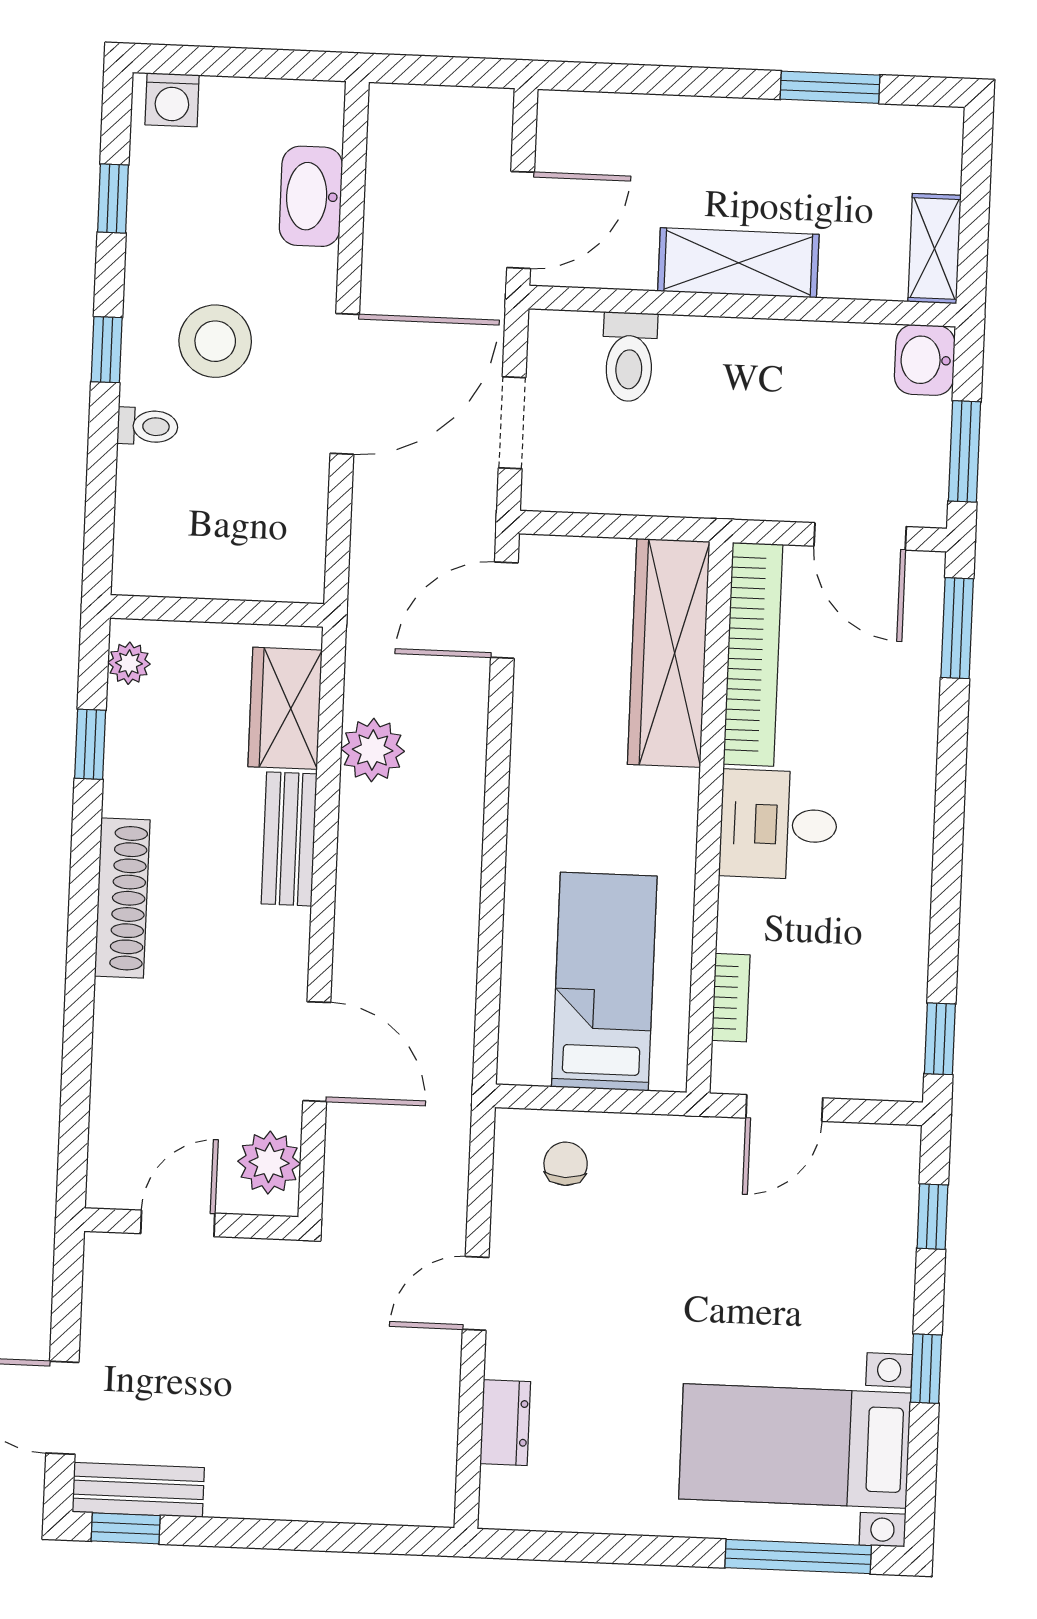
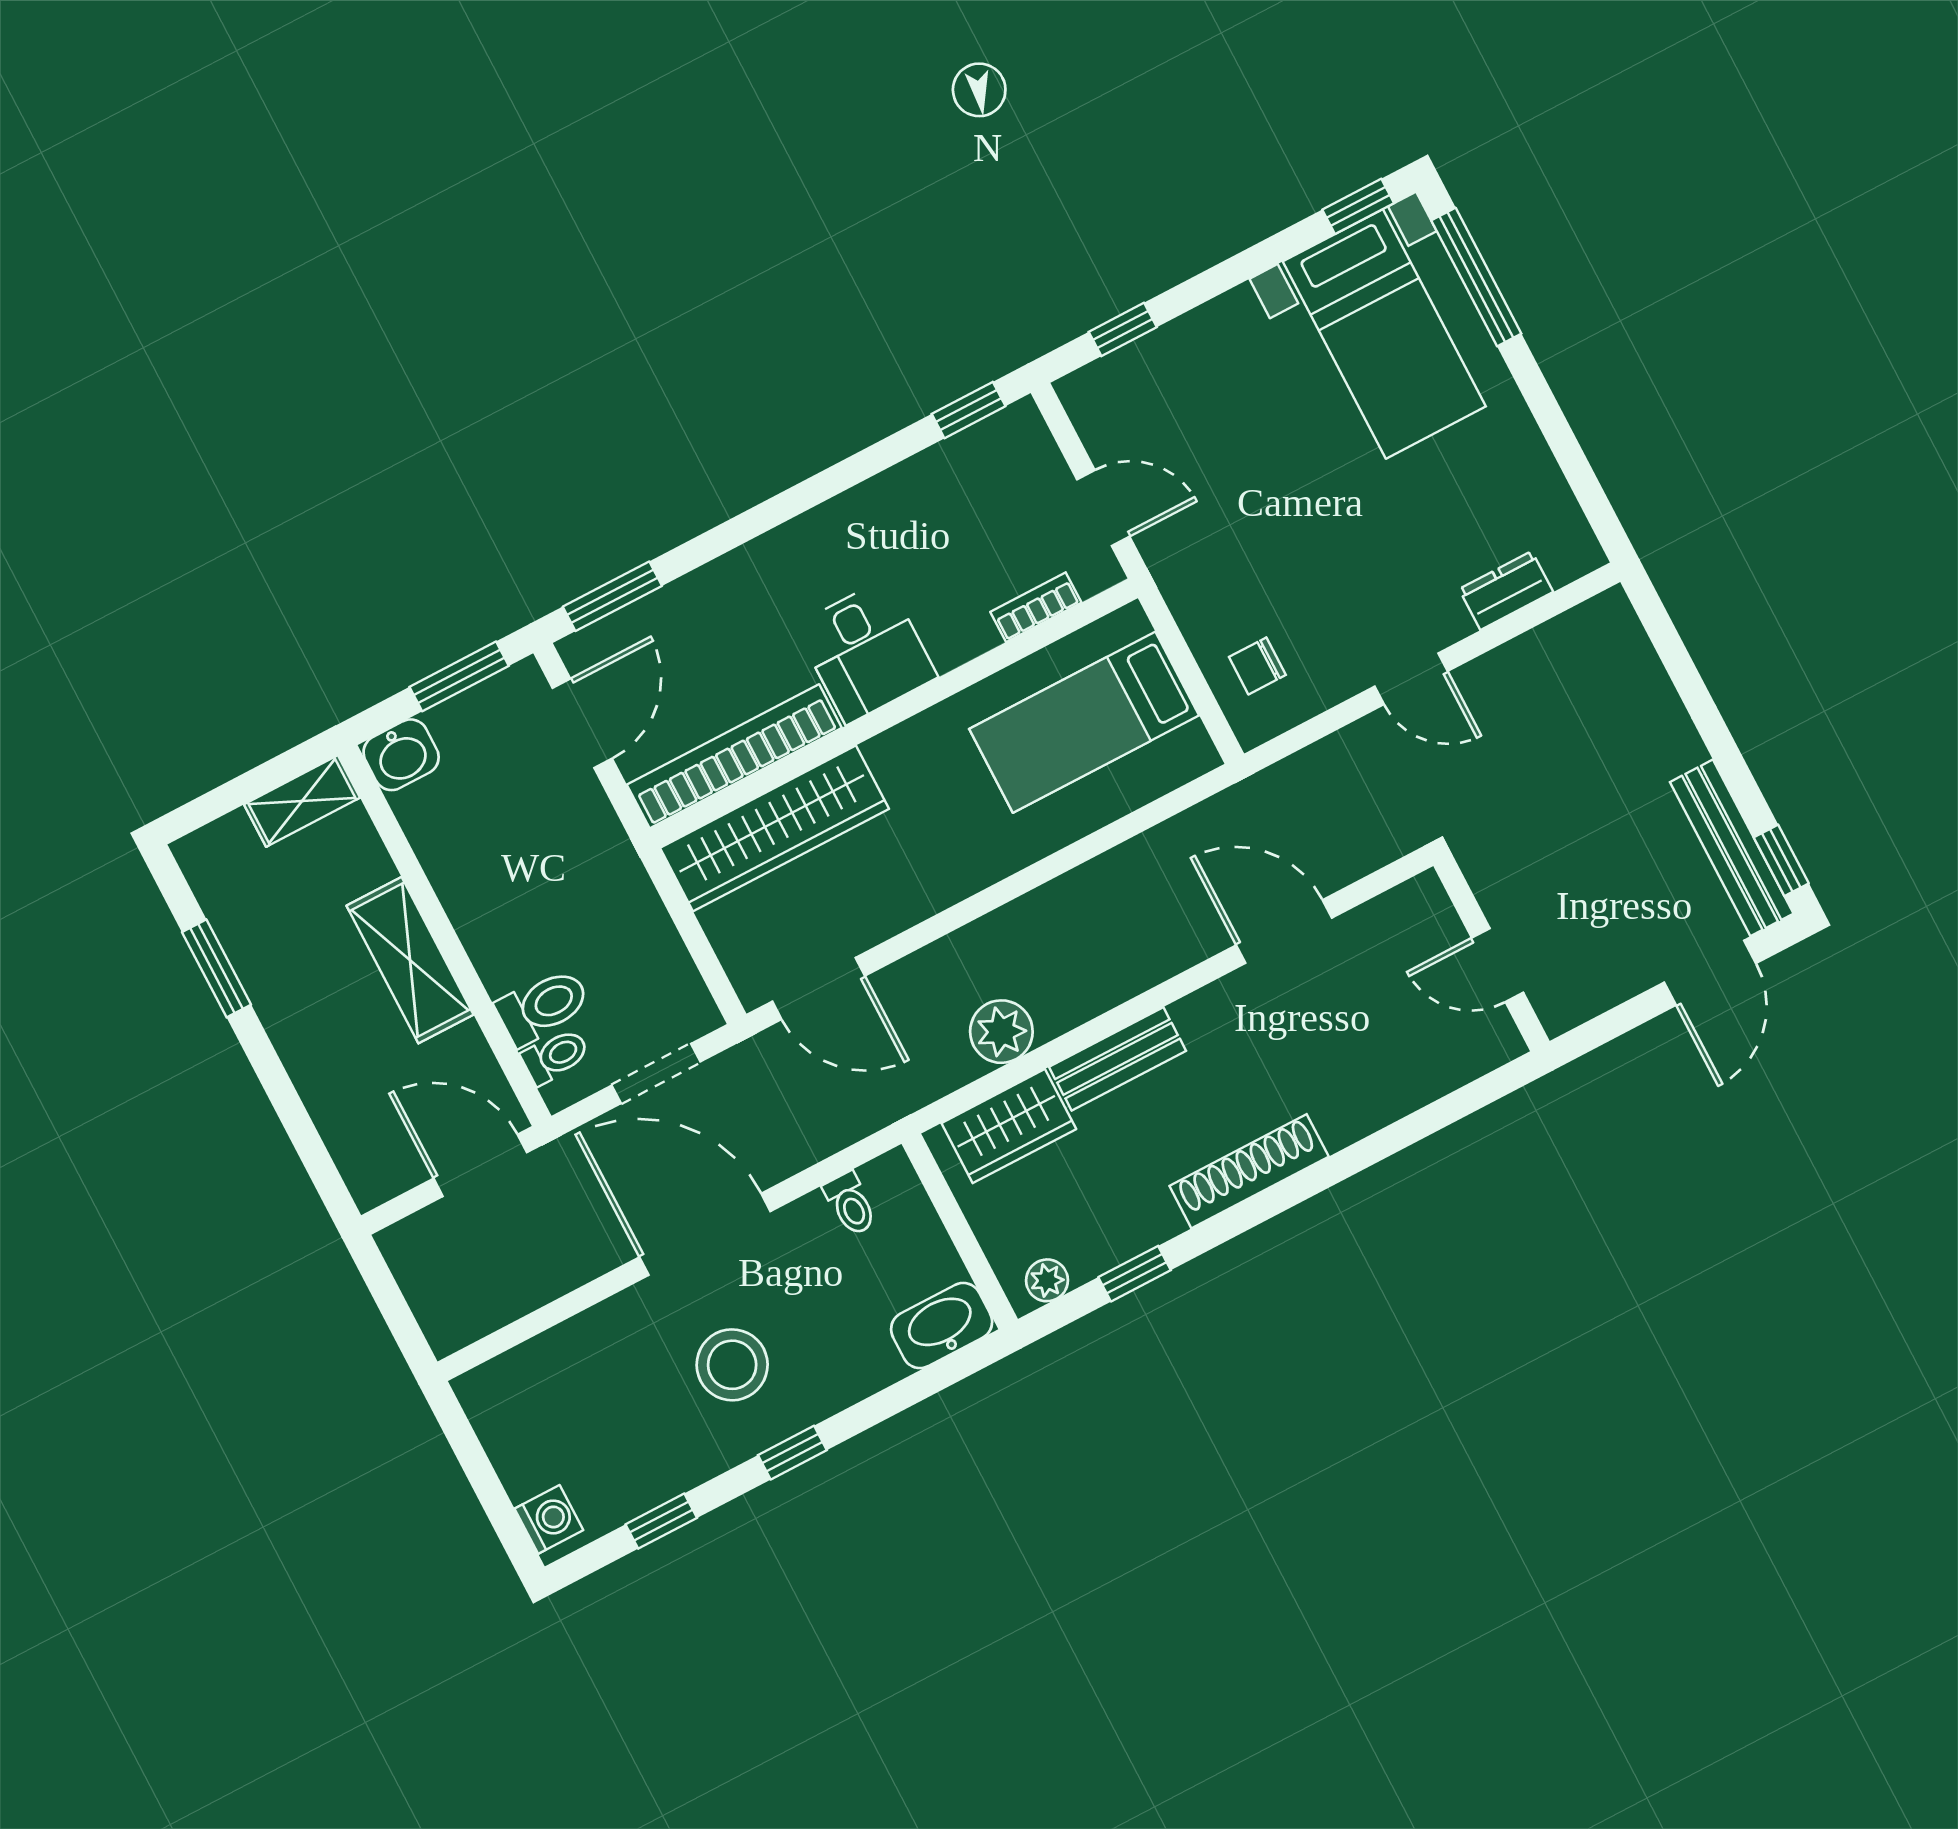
washbasin: (311, 196) -> (942, 1326), moved, turned 180
toilet: (579, 342) -> (555, 1056), added
toilet: (148, 426) -> (850, 1204), moved, turned 180
door: (317, 1052) -> (1284, 932), hinge flipped
plant: (269, 1163) -> (1401, 918), removed
window: (926, 1369) -> (1358, 206), moved
bench: (138, 1490) -> (1732, 848), width x1.36

